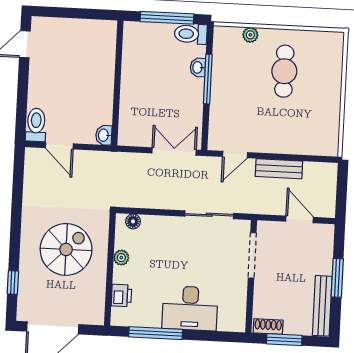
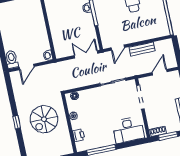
door: (59, 146) -> (27, 67), hinge flipped
door: (299, 219) -> (160, 72), hinge flipped
spiral stairs: (66, 249) -> (44, 119), turned 180
window: (13, 283) -> (17, 122), moved
desk: (190, 308) -> (128, 130), moved

